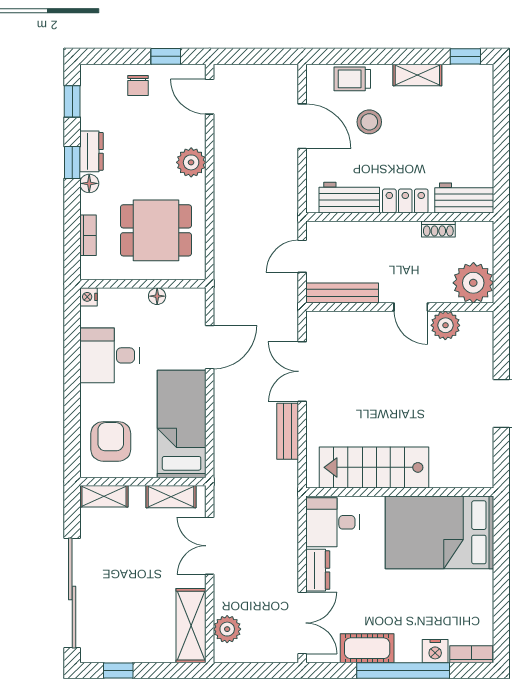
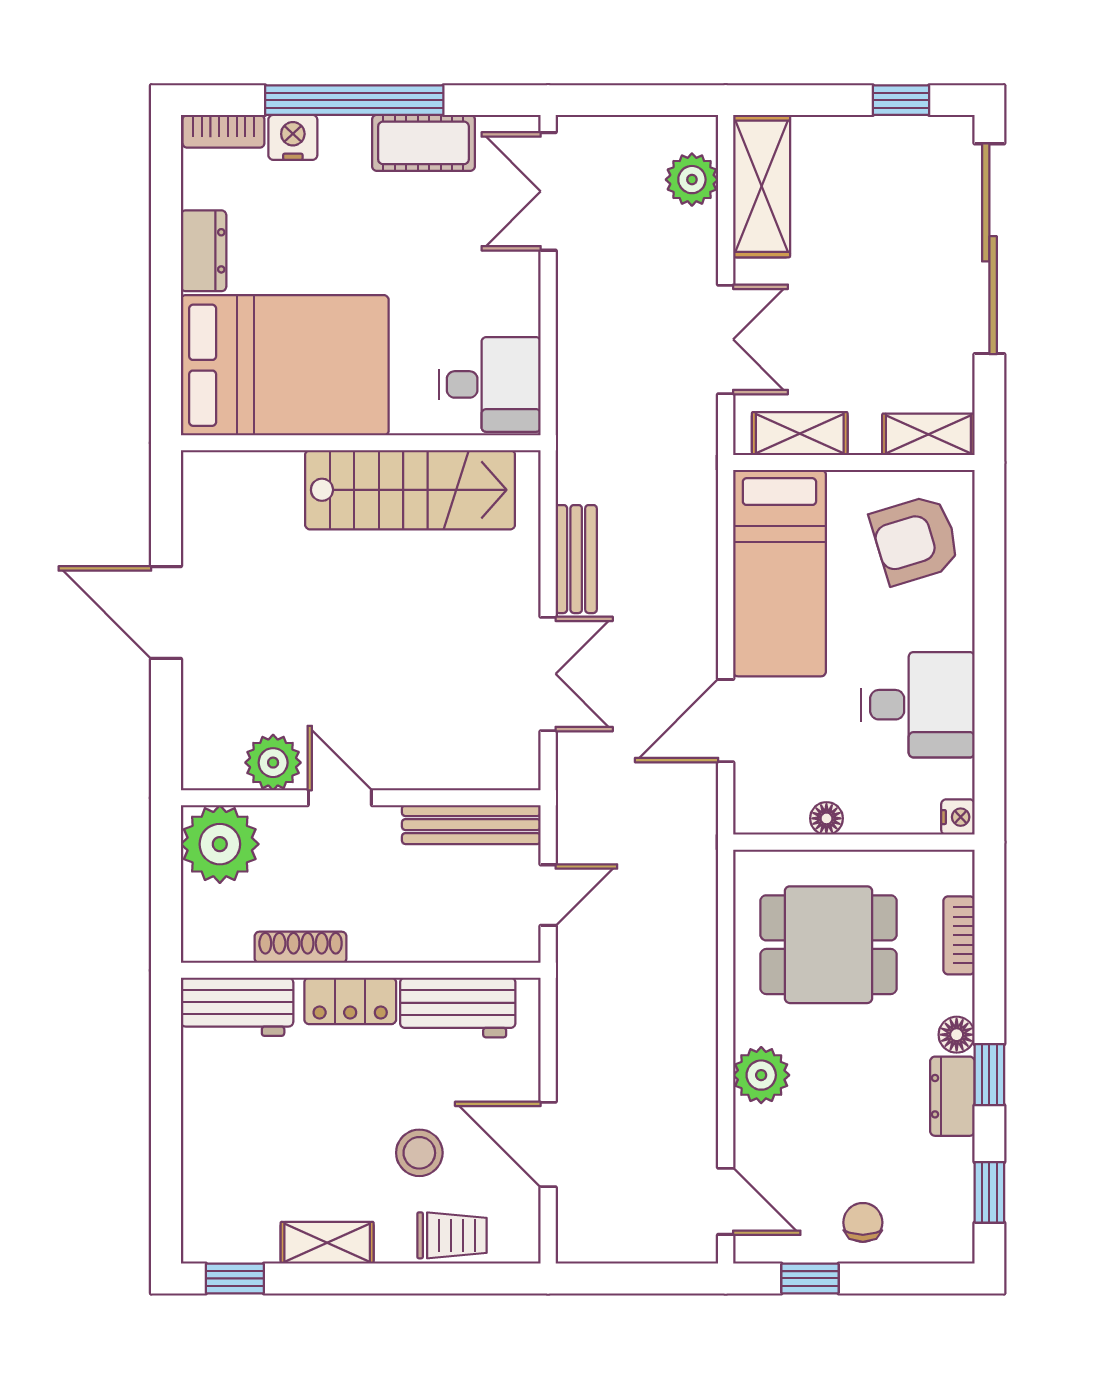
shoe rack: (438, 229) -> (301, 947), width x1.43
armchair: (111, 441) -> (915, 540), turned 73
dresser: (318, 570) -> (204, 251), moved, turned 180

